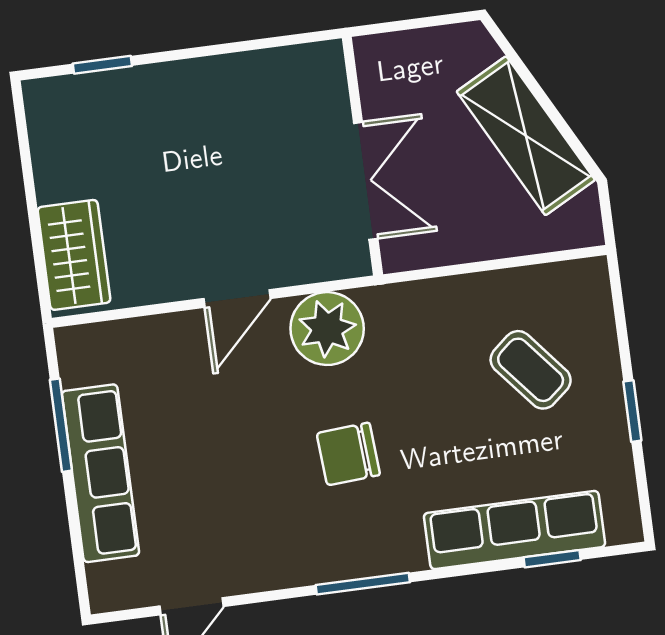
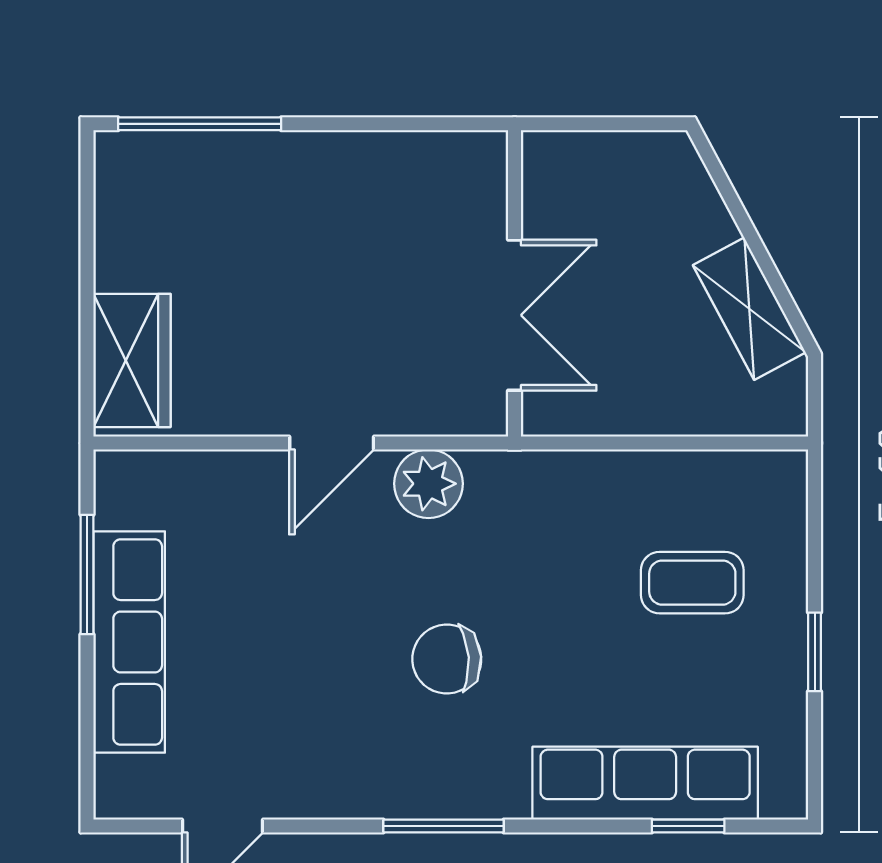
window: (102, 65) -> (200, 124), width x2.17
shelving: (526, 136) -> (749, 309), width x0.67, depth x0.75
plant: (327, 329) -> (428, 484), width x0.73, depth x0.73
coffee table: (531, 370) -> (692, 583), turned -50

